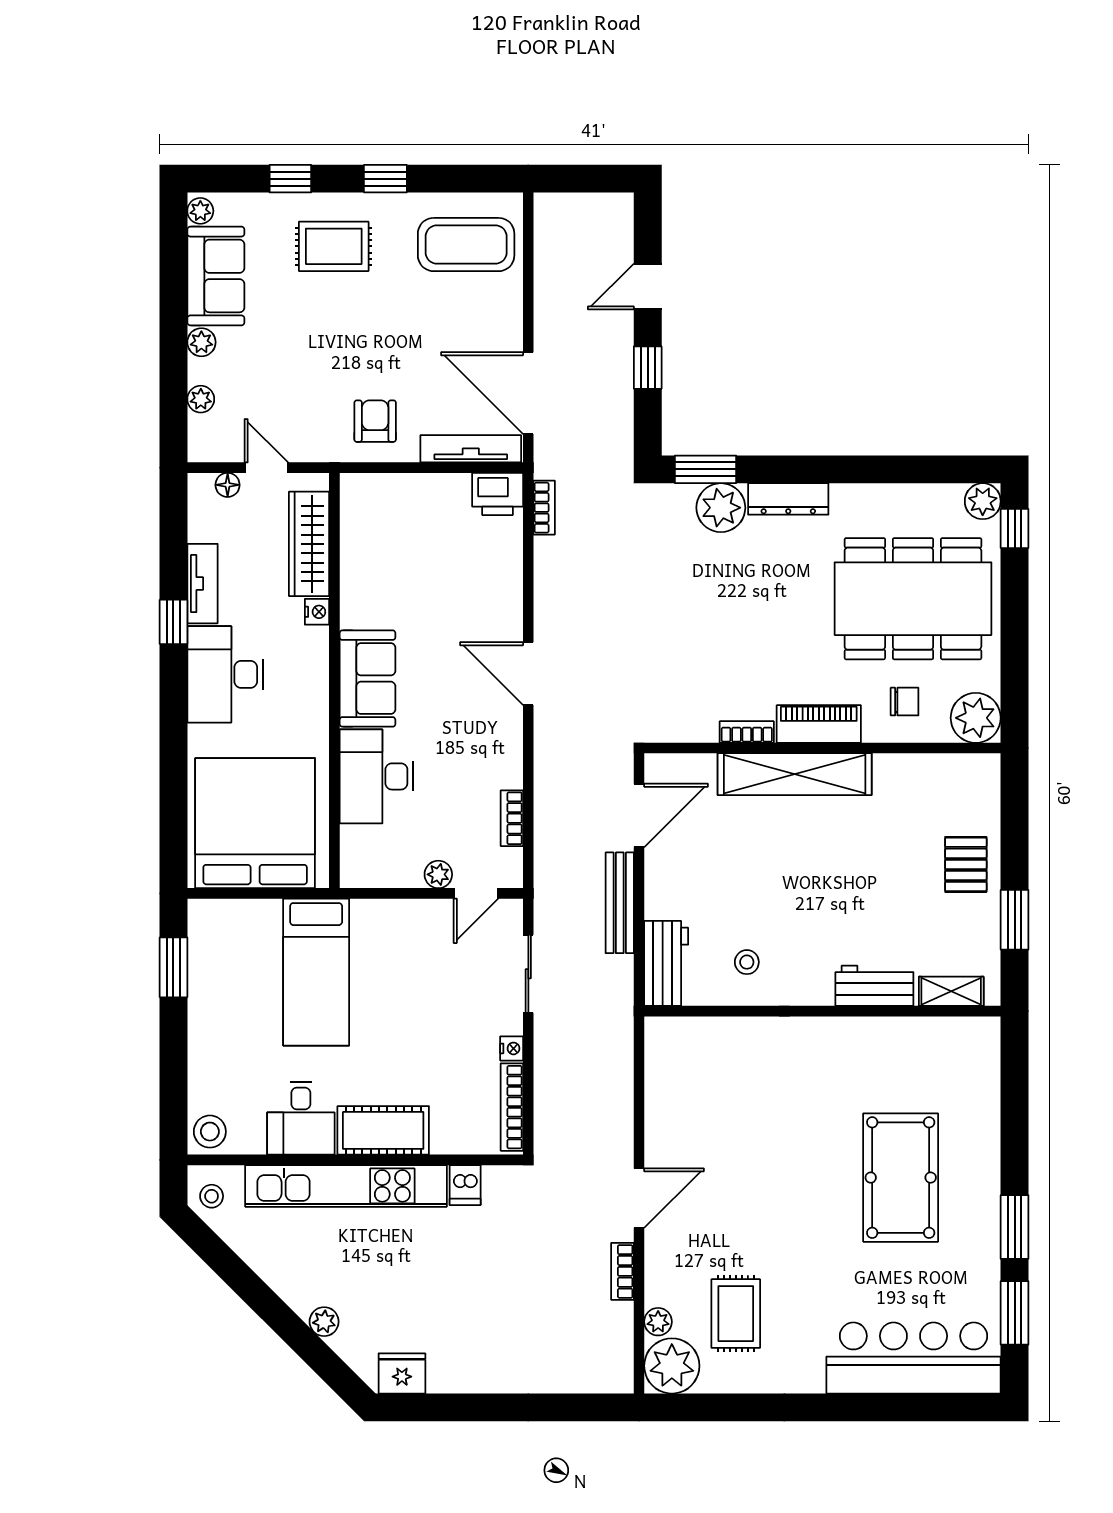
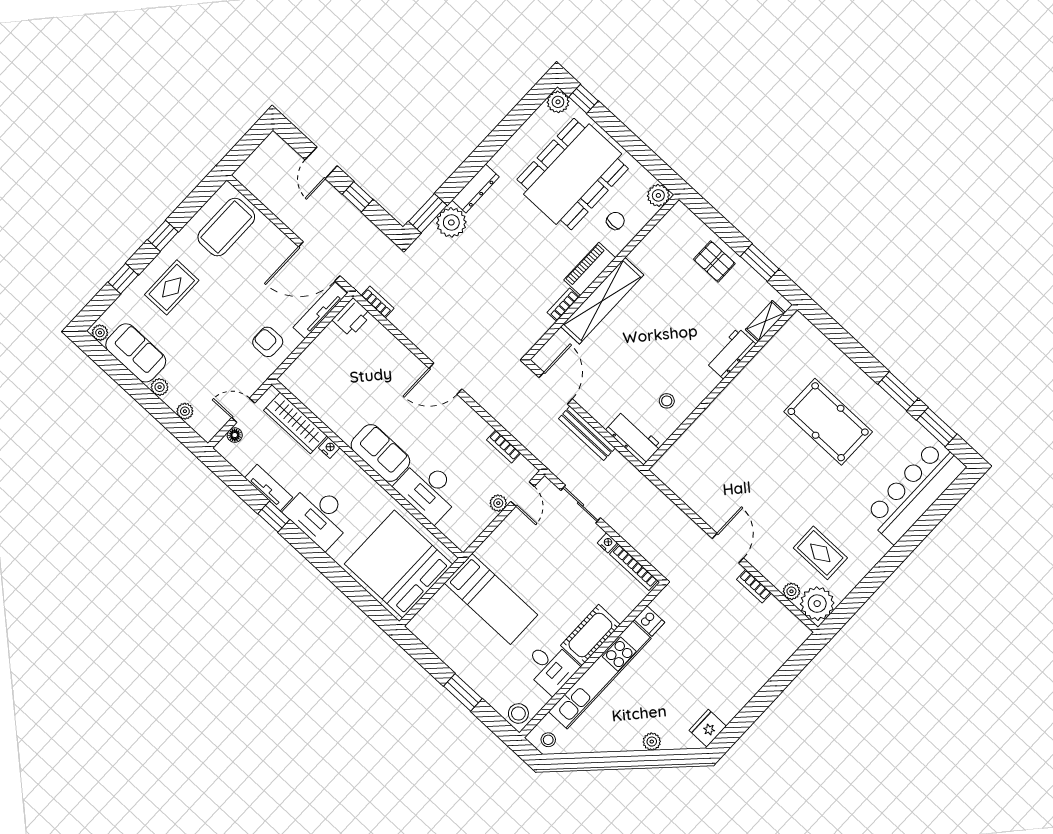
plant: (976, 718) -> (658, 195), width x0.73, depth x0.73
window: (173, 967) -> (463, 692), moved

